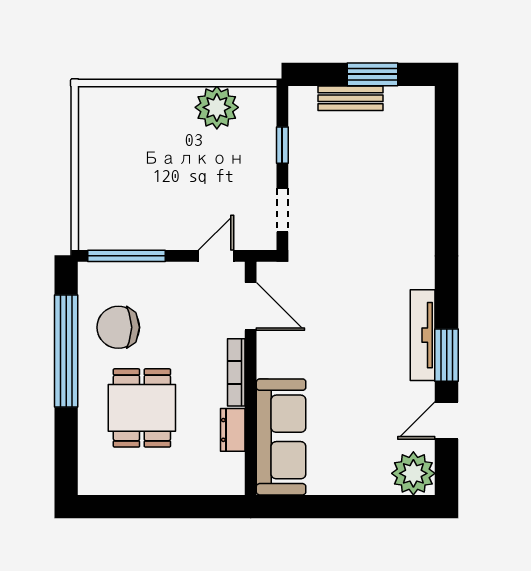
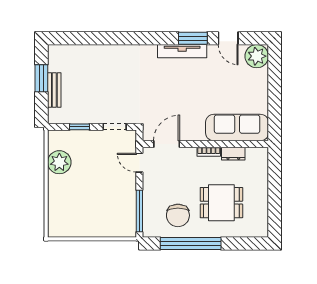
bookcase: (236, 372) -> (209, 152), width x0.64

